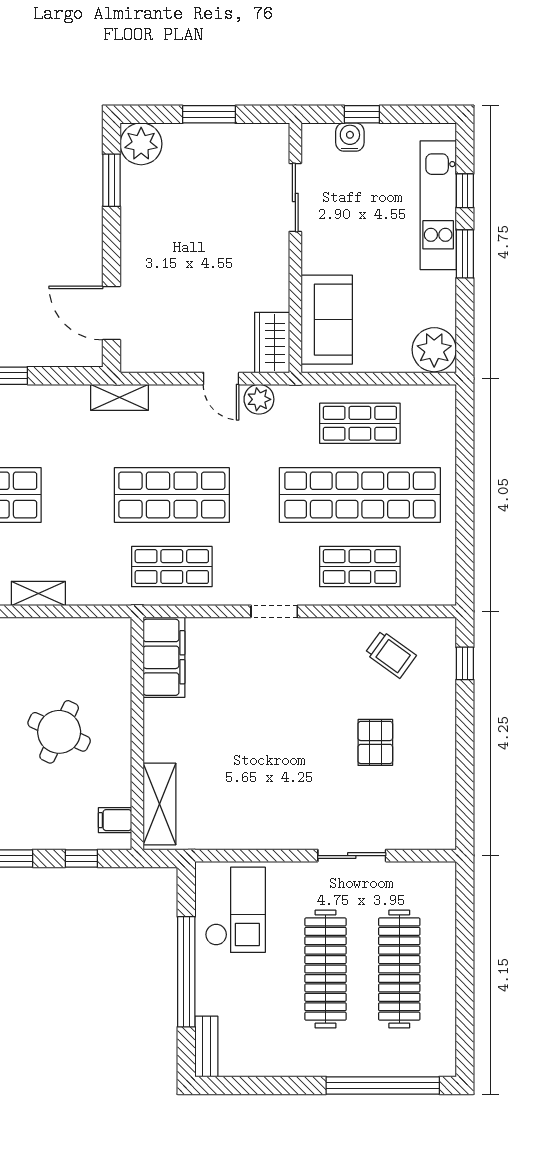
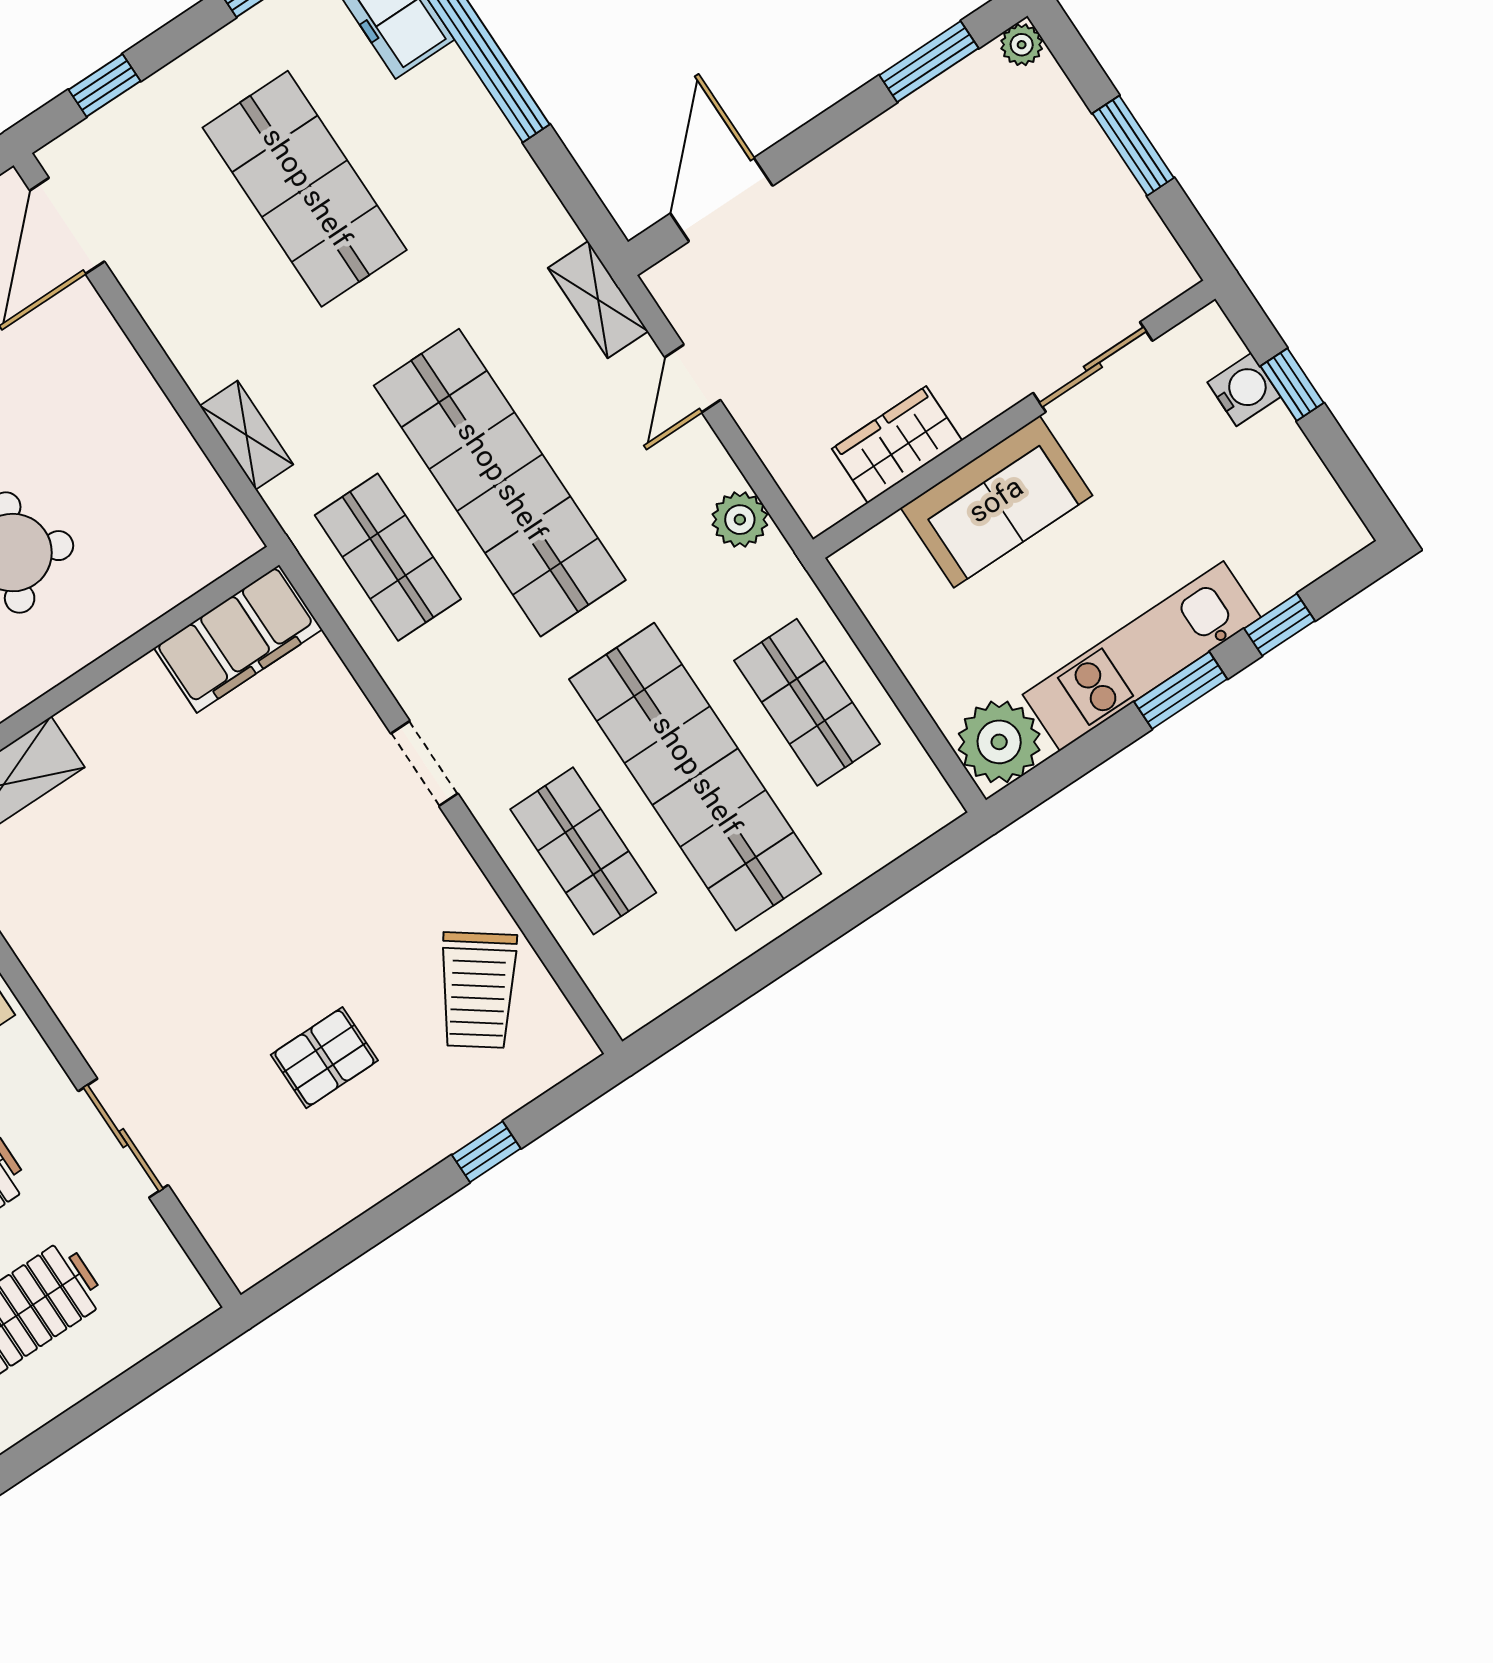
plant: (141, 144) -> (1022, 45), width x0.53, depth x0.53
kitchen unit: (438, 205) -> (1142, 656), moved
sofa: (327, 320) -> (997, 502), moved
wardrobe: (272, 343) -> (897, 445), moved
door: (221, 379) -> (693, 379), moved
shop shelf: (172, 495) -> (500, 483), width x1.40
shelving: (38, 593) -> (246, 435), moved
trolley: (391, 654) -> (478, 990), width x1.36, depth x1.39
window: (465, 663) -> (486, 1152), moved

